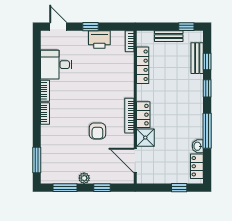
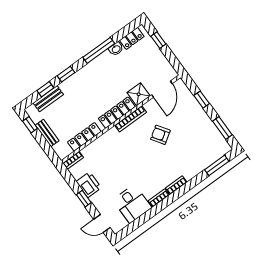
door: (58, 27) -> (102, 224), hinge flipped
locker: (143, 115) -> (117, 113), width x1.53
armchair: (97, 131) -> (160, 135), turned -124
plant: (84, 178) -> (204, 119), removed

